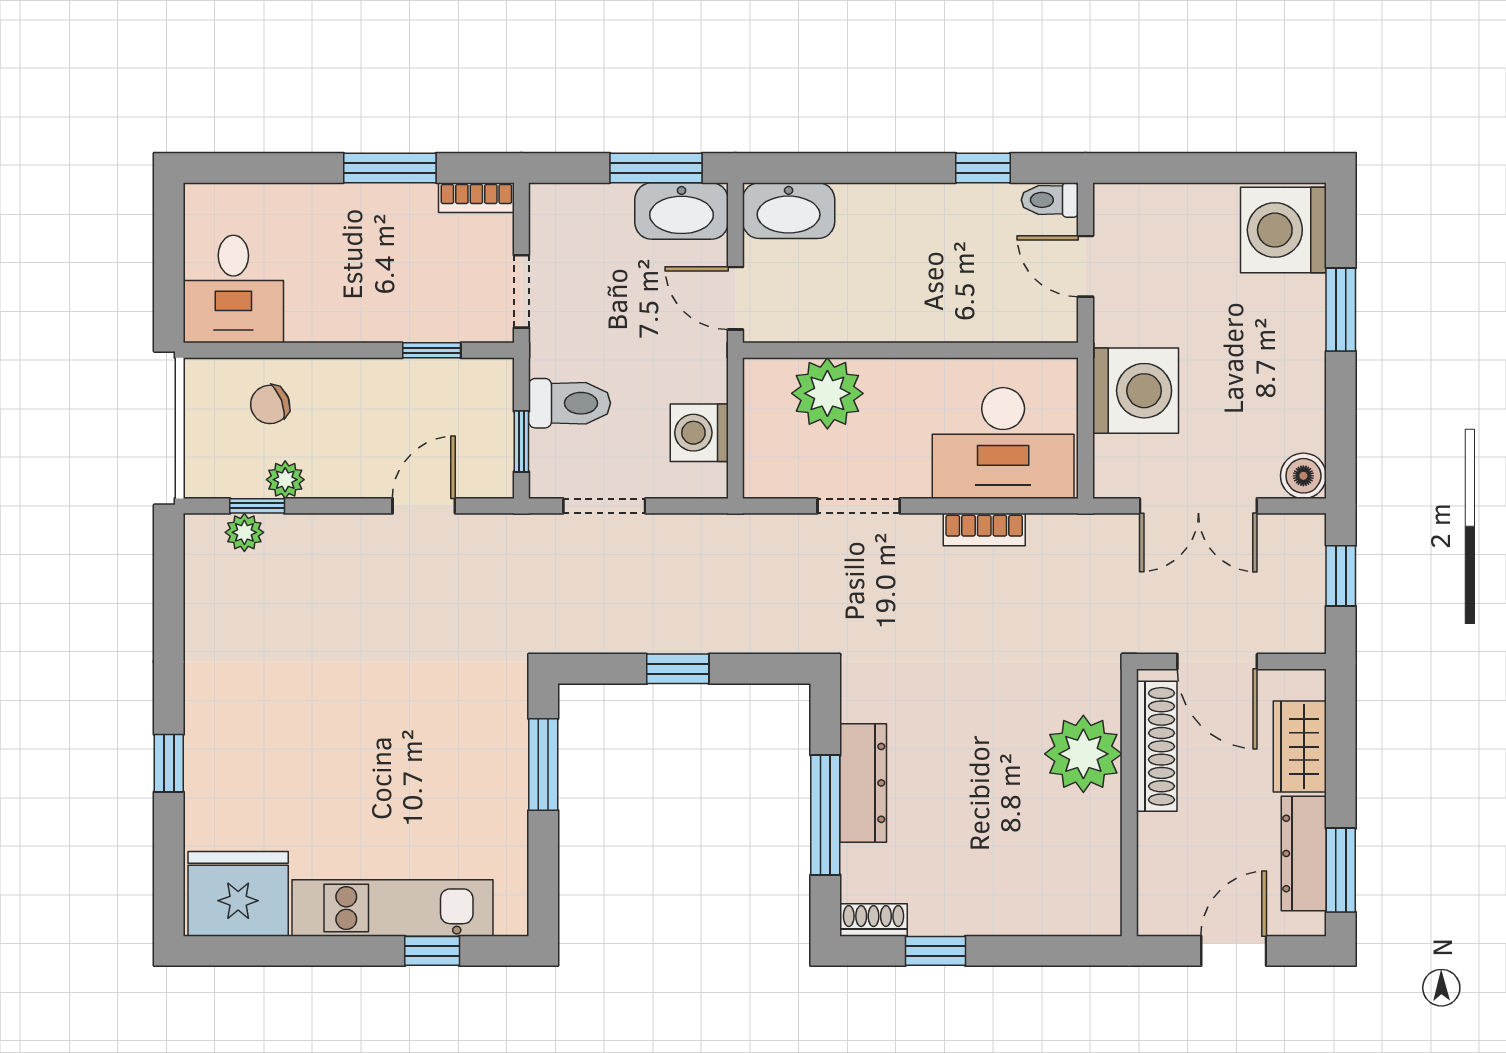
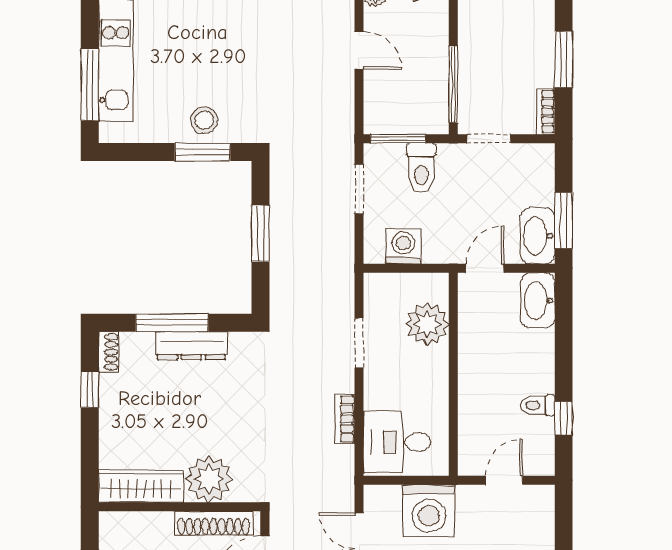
toilet: (1050, 200) -> (538, 405), moved, turned -90
window: (432, 350) -> (453, 84), width x2.17
window: (521, 441) -> (398, 139), width x1.50
desk: (1003, 443) -> (397, 442), width x0.73
door: (424, 506) -> (359, 50), moved
window: (678, 669) -> (260, 233), width x1.50
stool: (491, 762) -> (204, 120), added
wardrobe: (1095, 866) -> (141, 486), added
window: (432, 951) -> (90, 85), width x2.17

